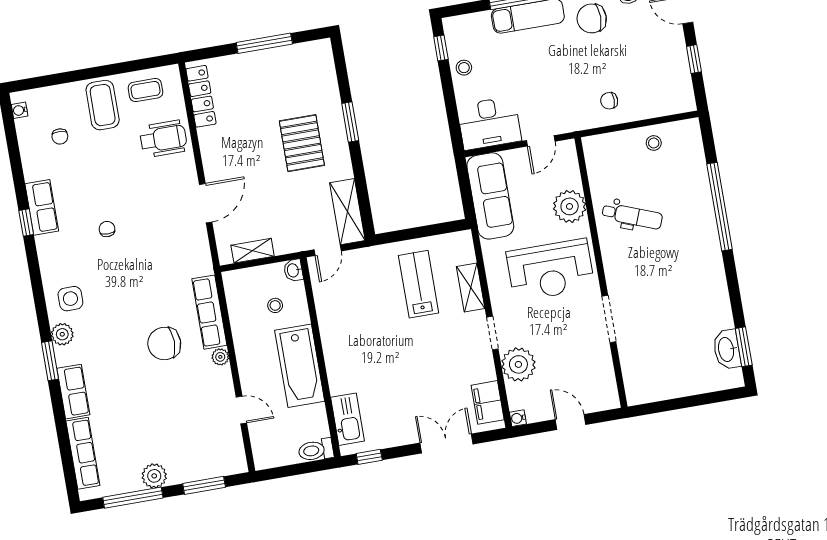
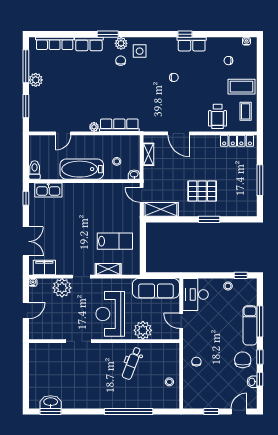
chair: (164, 343) -> (121, 61), moved, width x0.54, depth x0.54

